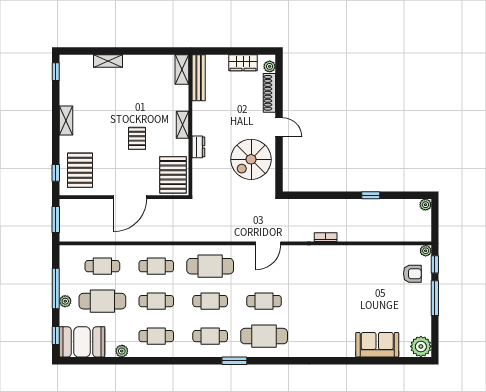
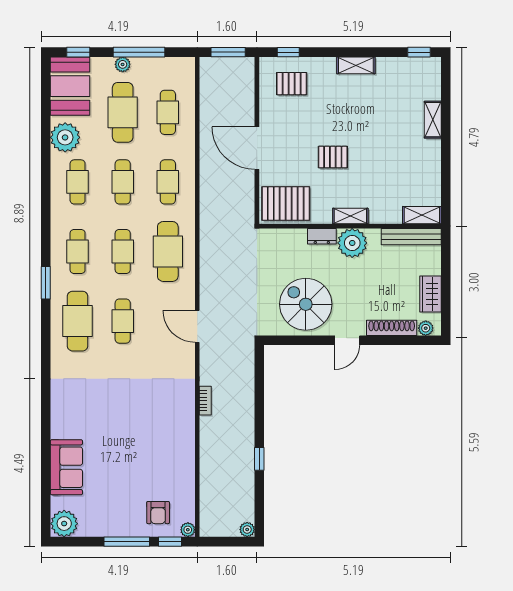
plant: (204, 123) -> (352, 243), added
pallet: (80, 170) -> (292, 84), width x0.67, depth x0.71
plant: (122, 351) -> (65, 137), width x1.88, depth x1.88

